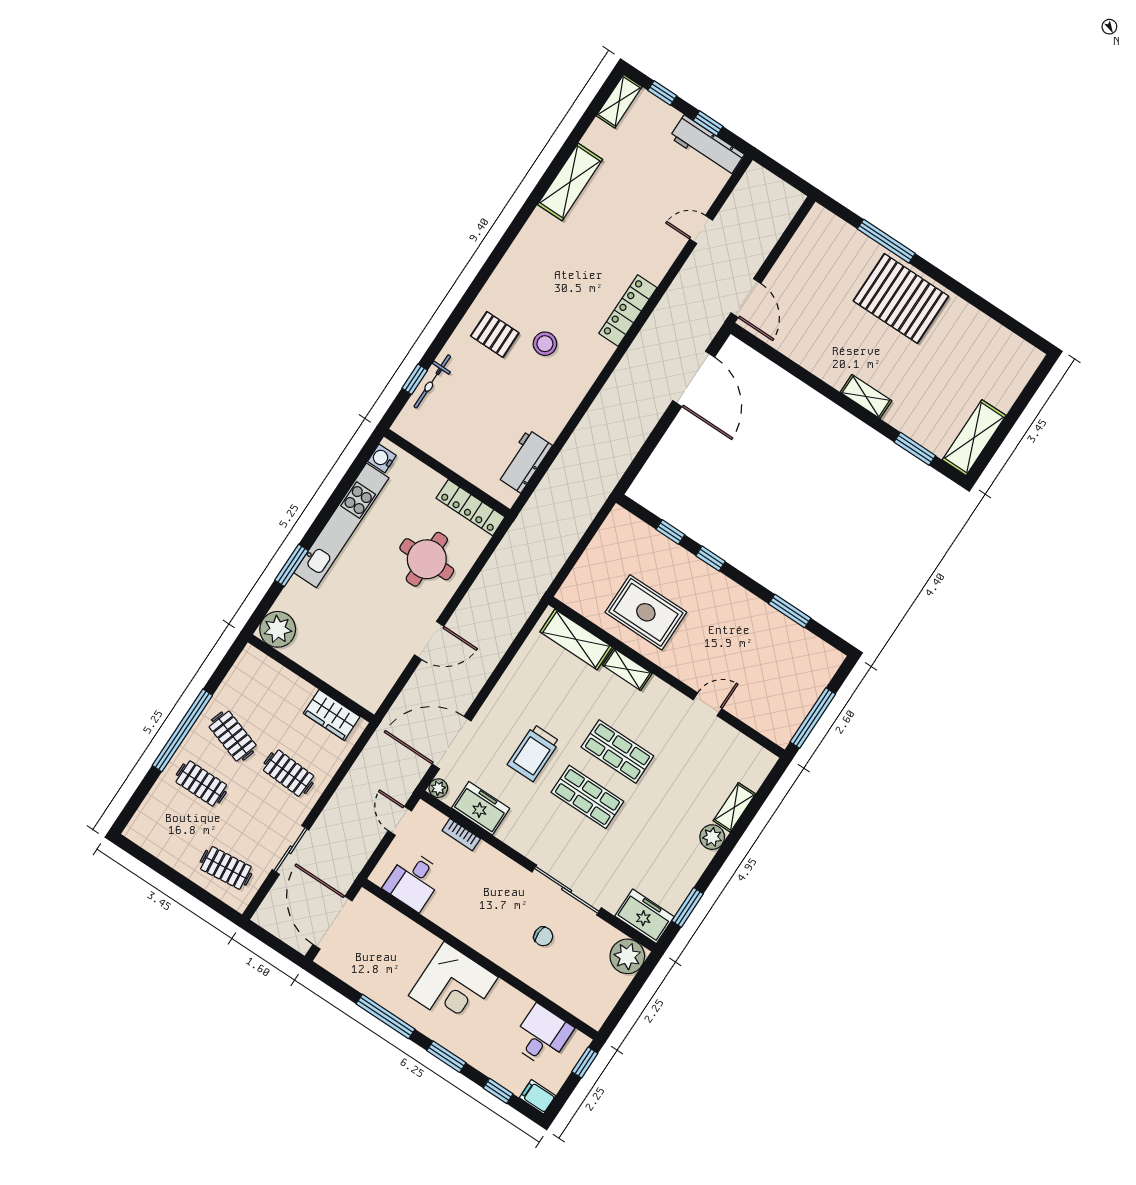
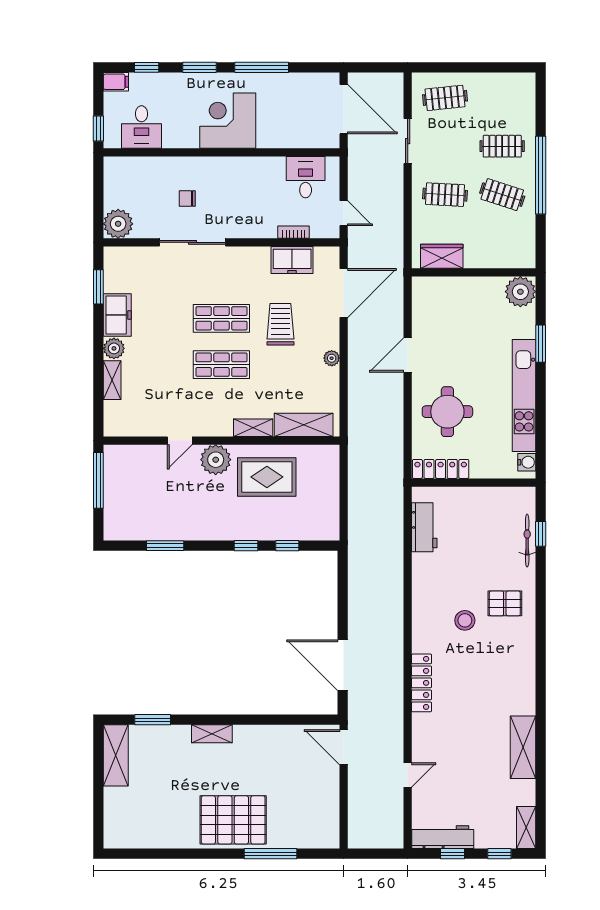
plant: (685, 662) -> (216, 460), added
plant: (438, 788) -> (332, 358), moved
freezer: (645, 916) -> (117, 315), moved, turned -90

